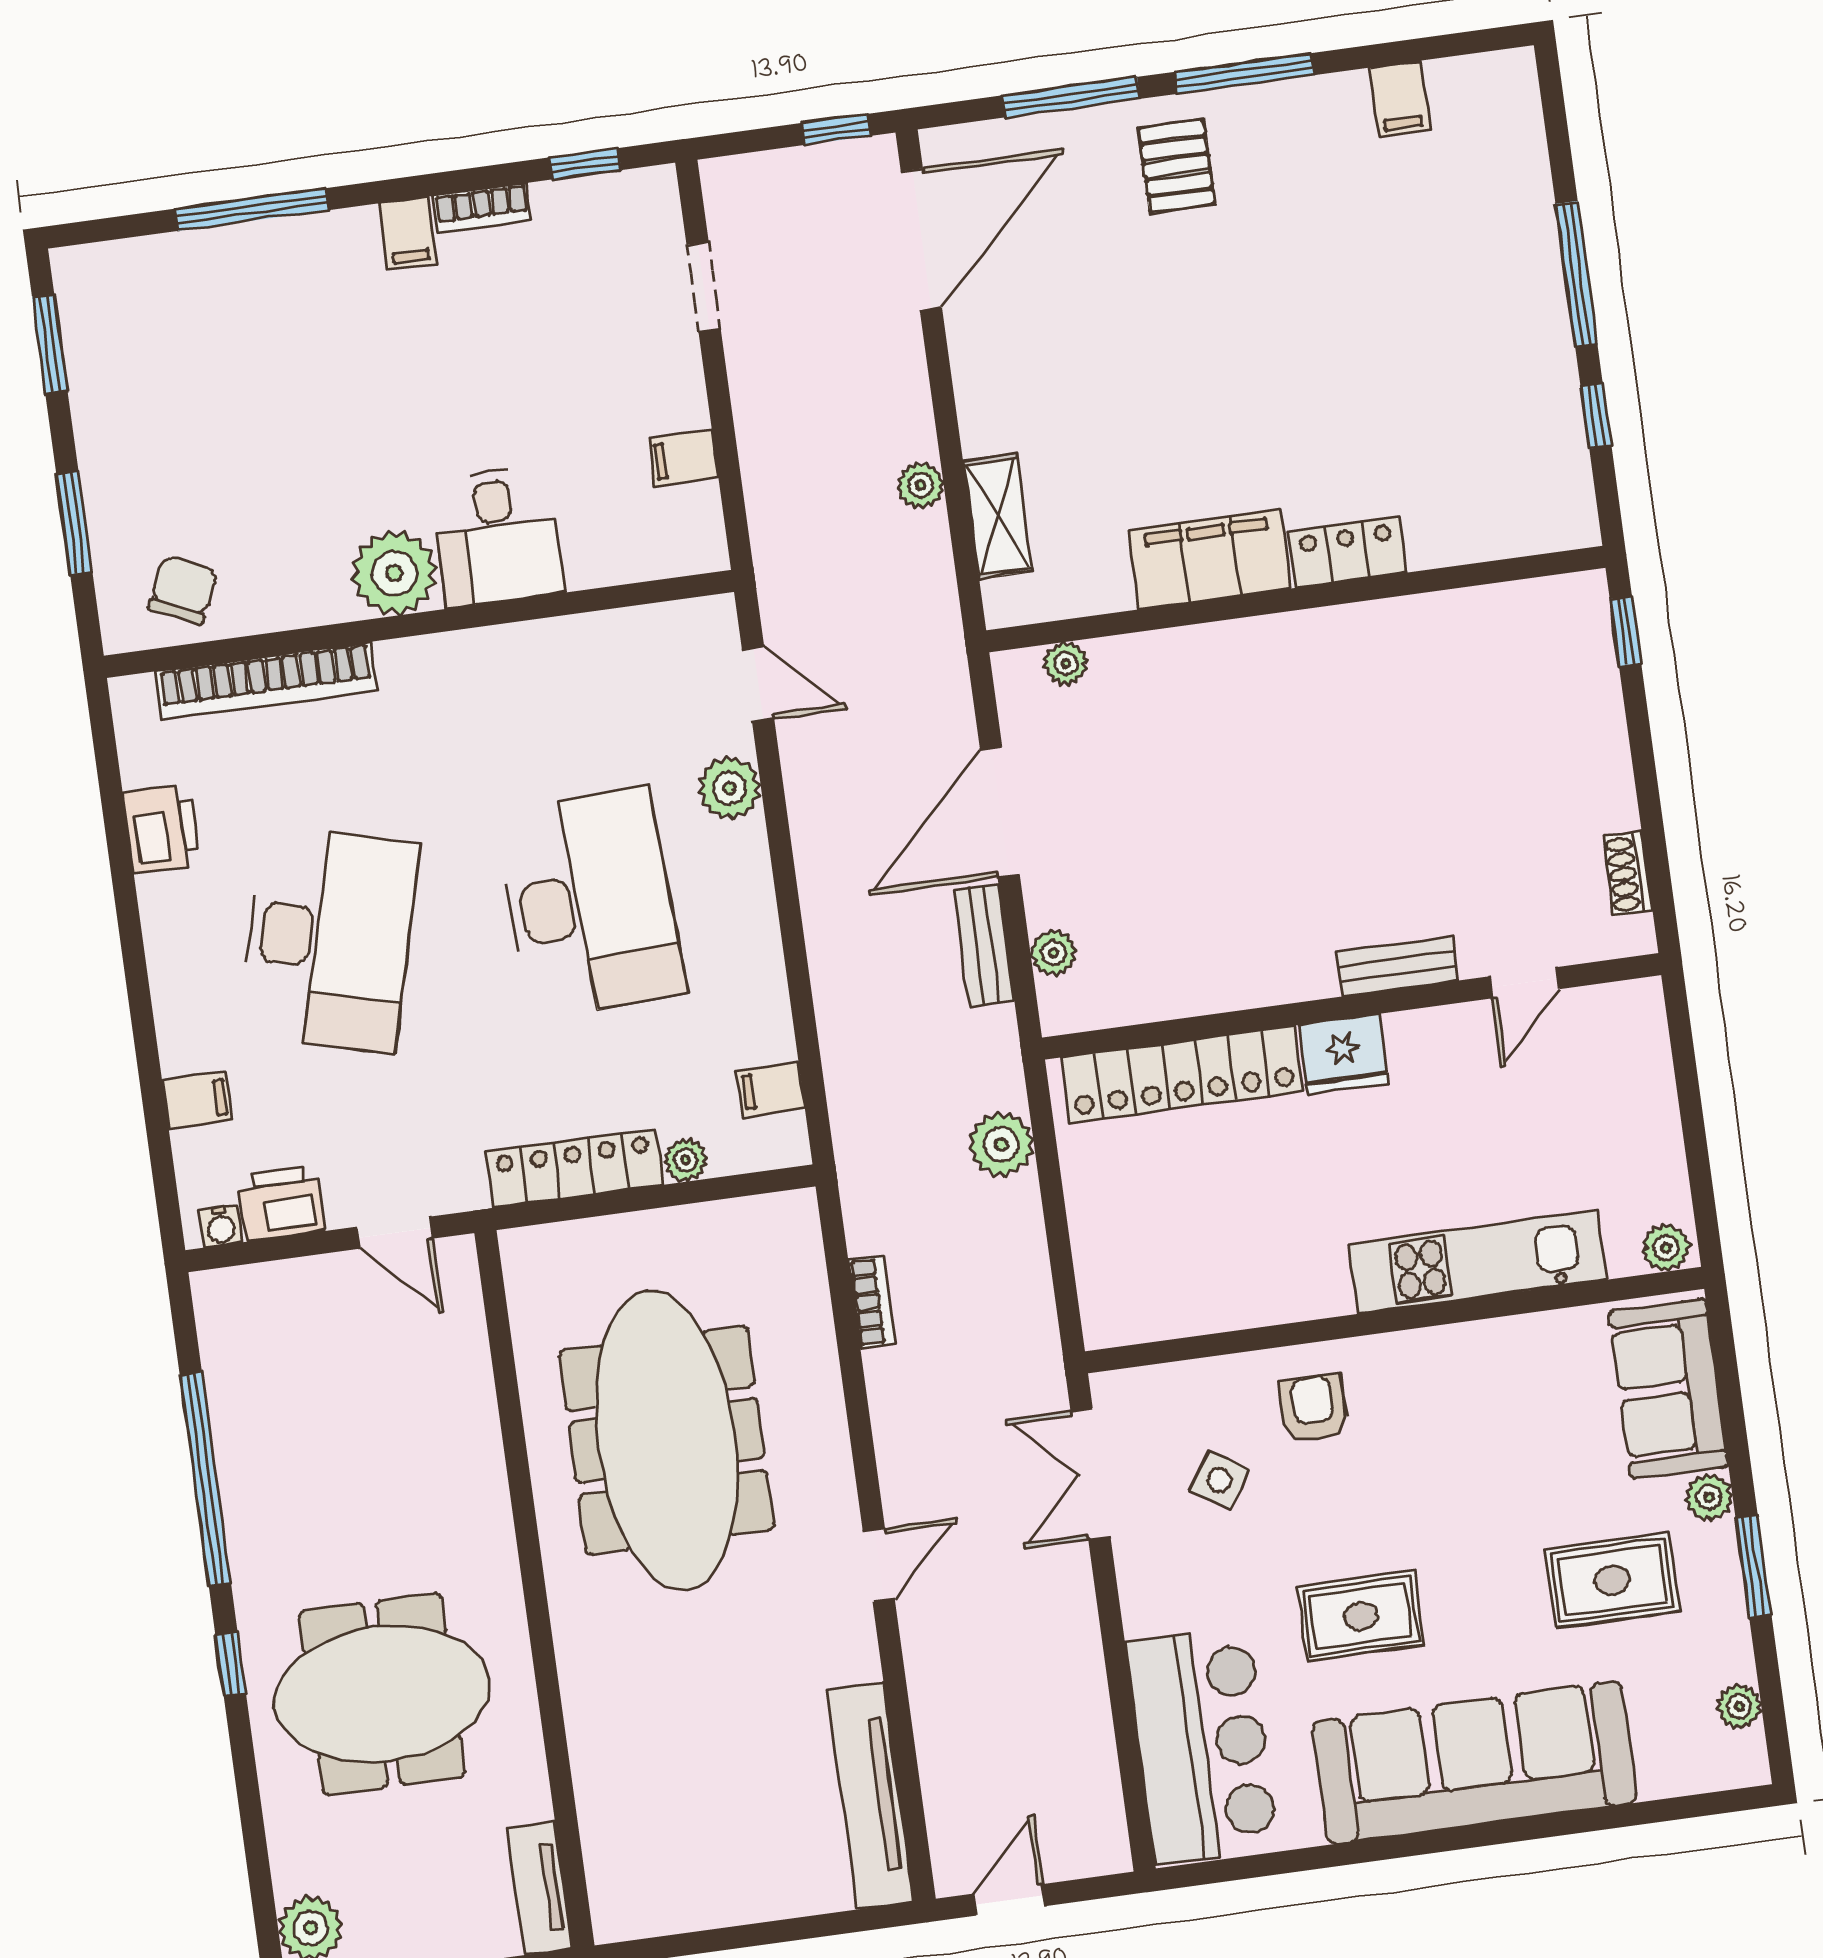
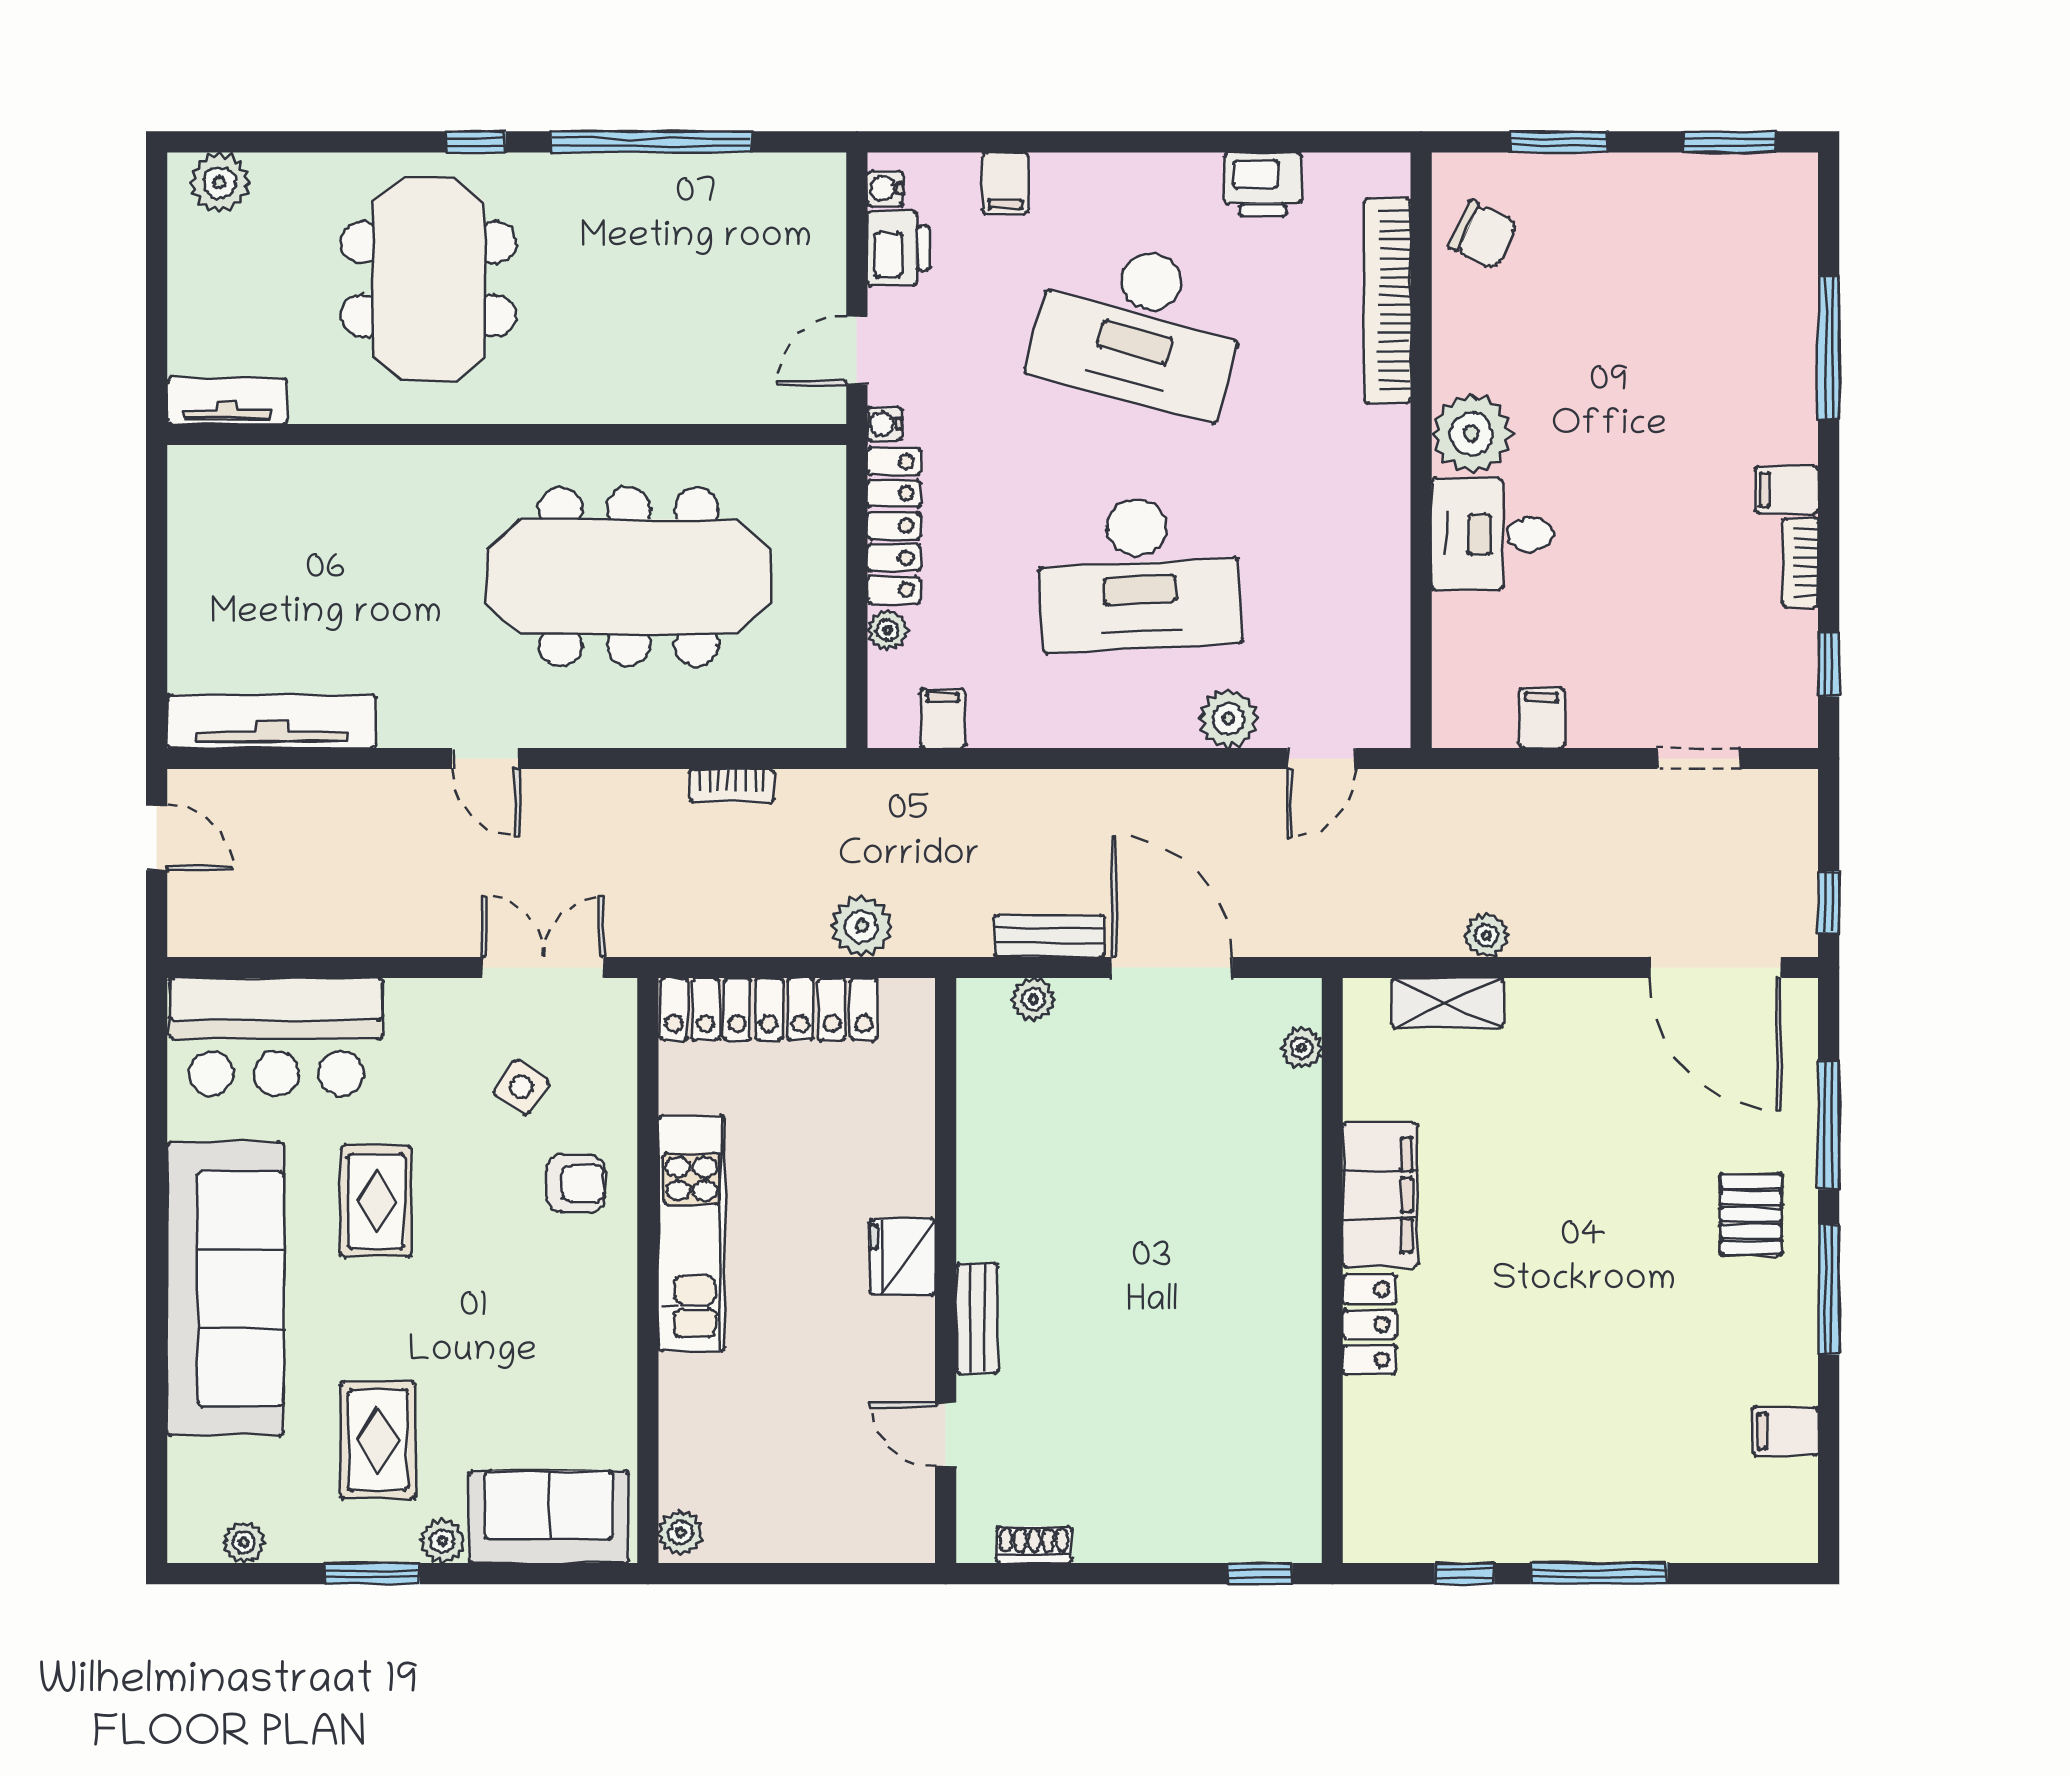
pallet: (1177, 166) -> (1751, 1215), turned 90
locker: (1182, 1074) -> (769, 1009), moved, turned -90
water cooler: (469, 1193) -> (884, 424), added
kitchen unit: (1478, 1262) -> (692, 1233), moved

